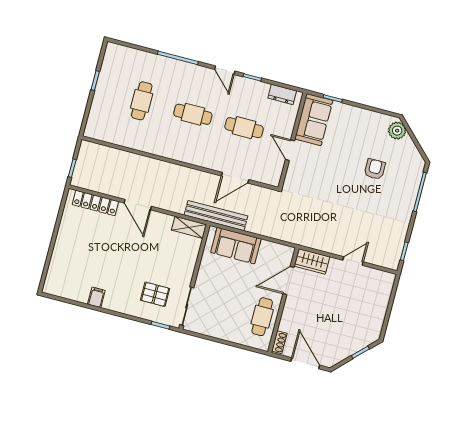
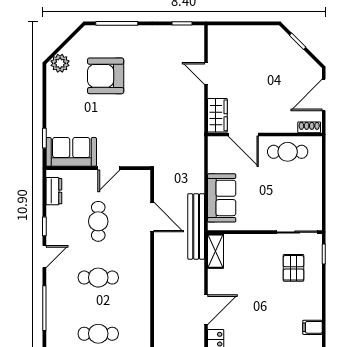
cafe table: (193, 114) -> (98, 278), turned 90
armchair: (375, 169) -> (106, 76), width x1.88, depth x1.88

